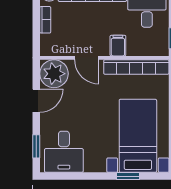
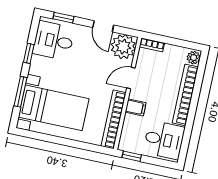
bookcase: (45, 20) -> (152, 45), moved
window: (84, 176) -> (29, 53), added
window: (128, 176) -> (20, 92), width x1.50

